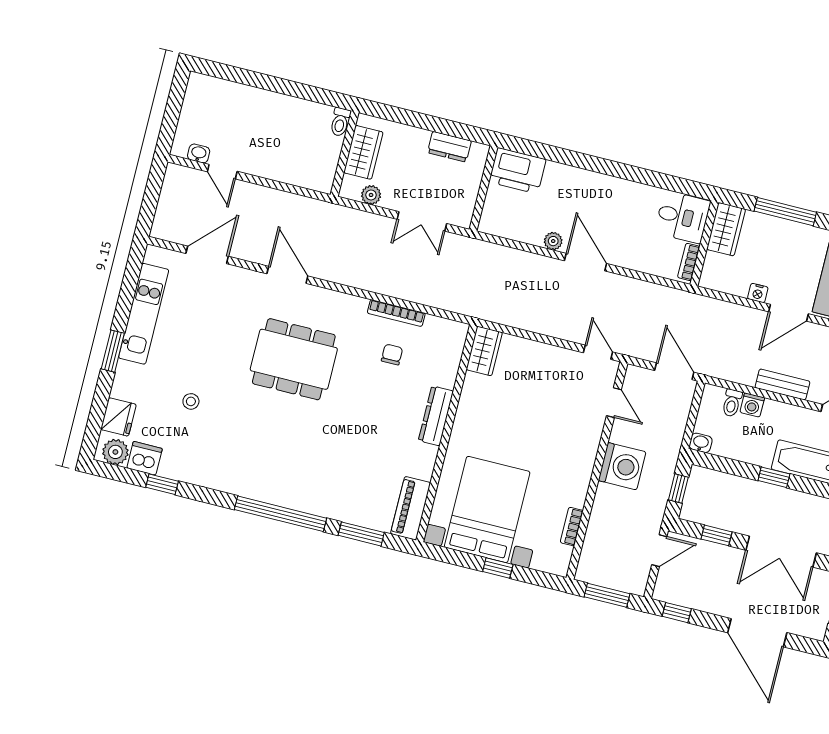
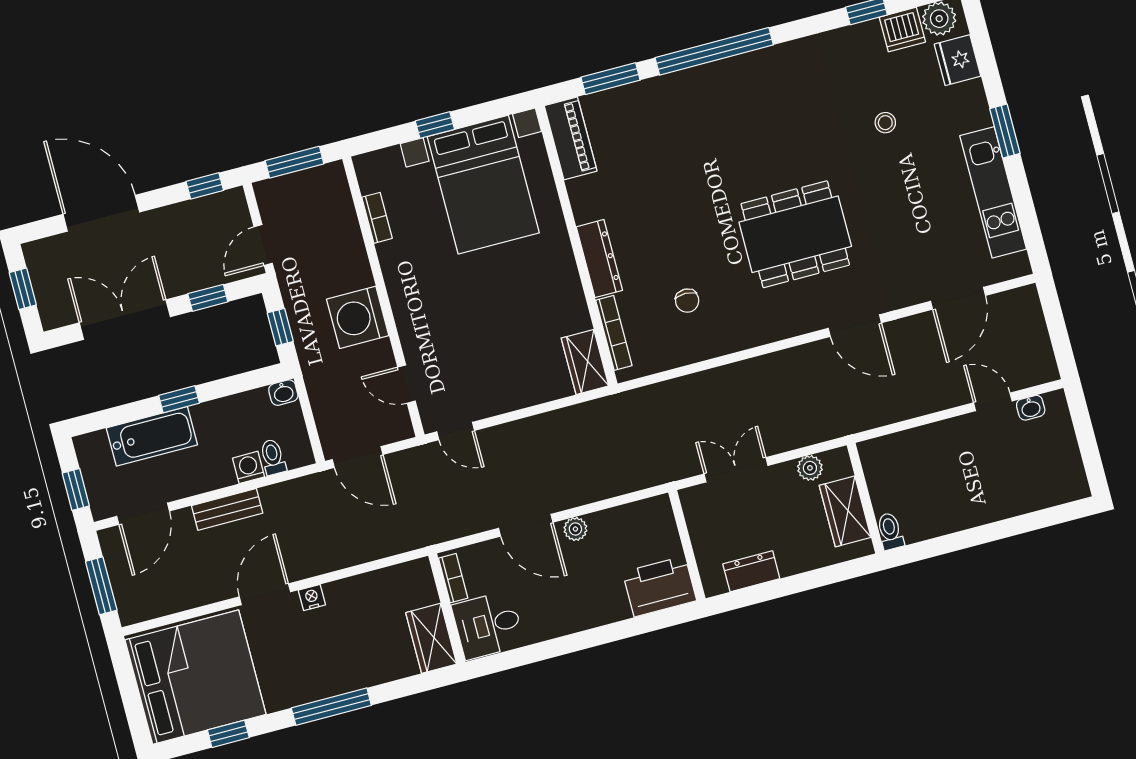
desk: (683, 217) -> (488, 625), moved
wardrobe: (726, 229) -> (431, 638), moved
wall: (704, 243) -> (447, 609), moved
bookcase: (689, 262) -> (453, 578), moved
bookcase: (396, 313) -> (614, 333), moved, turned 90

